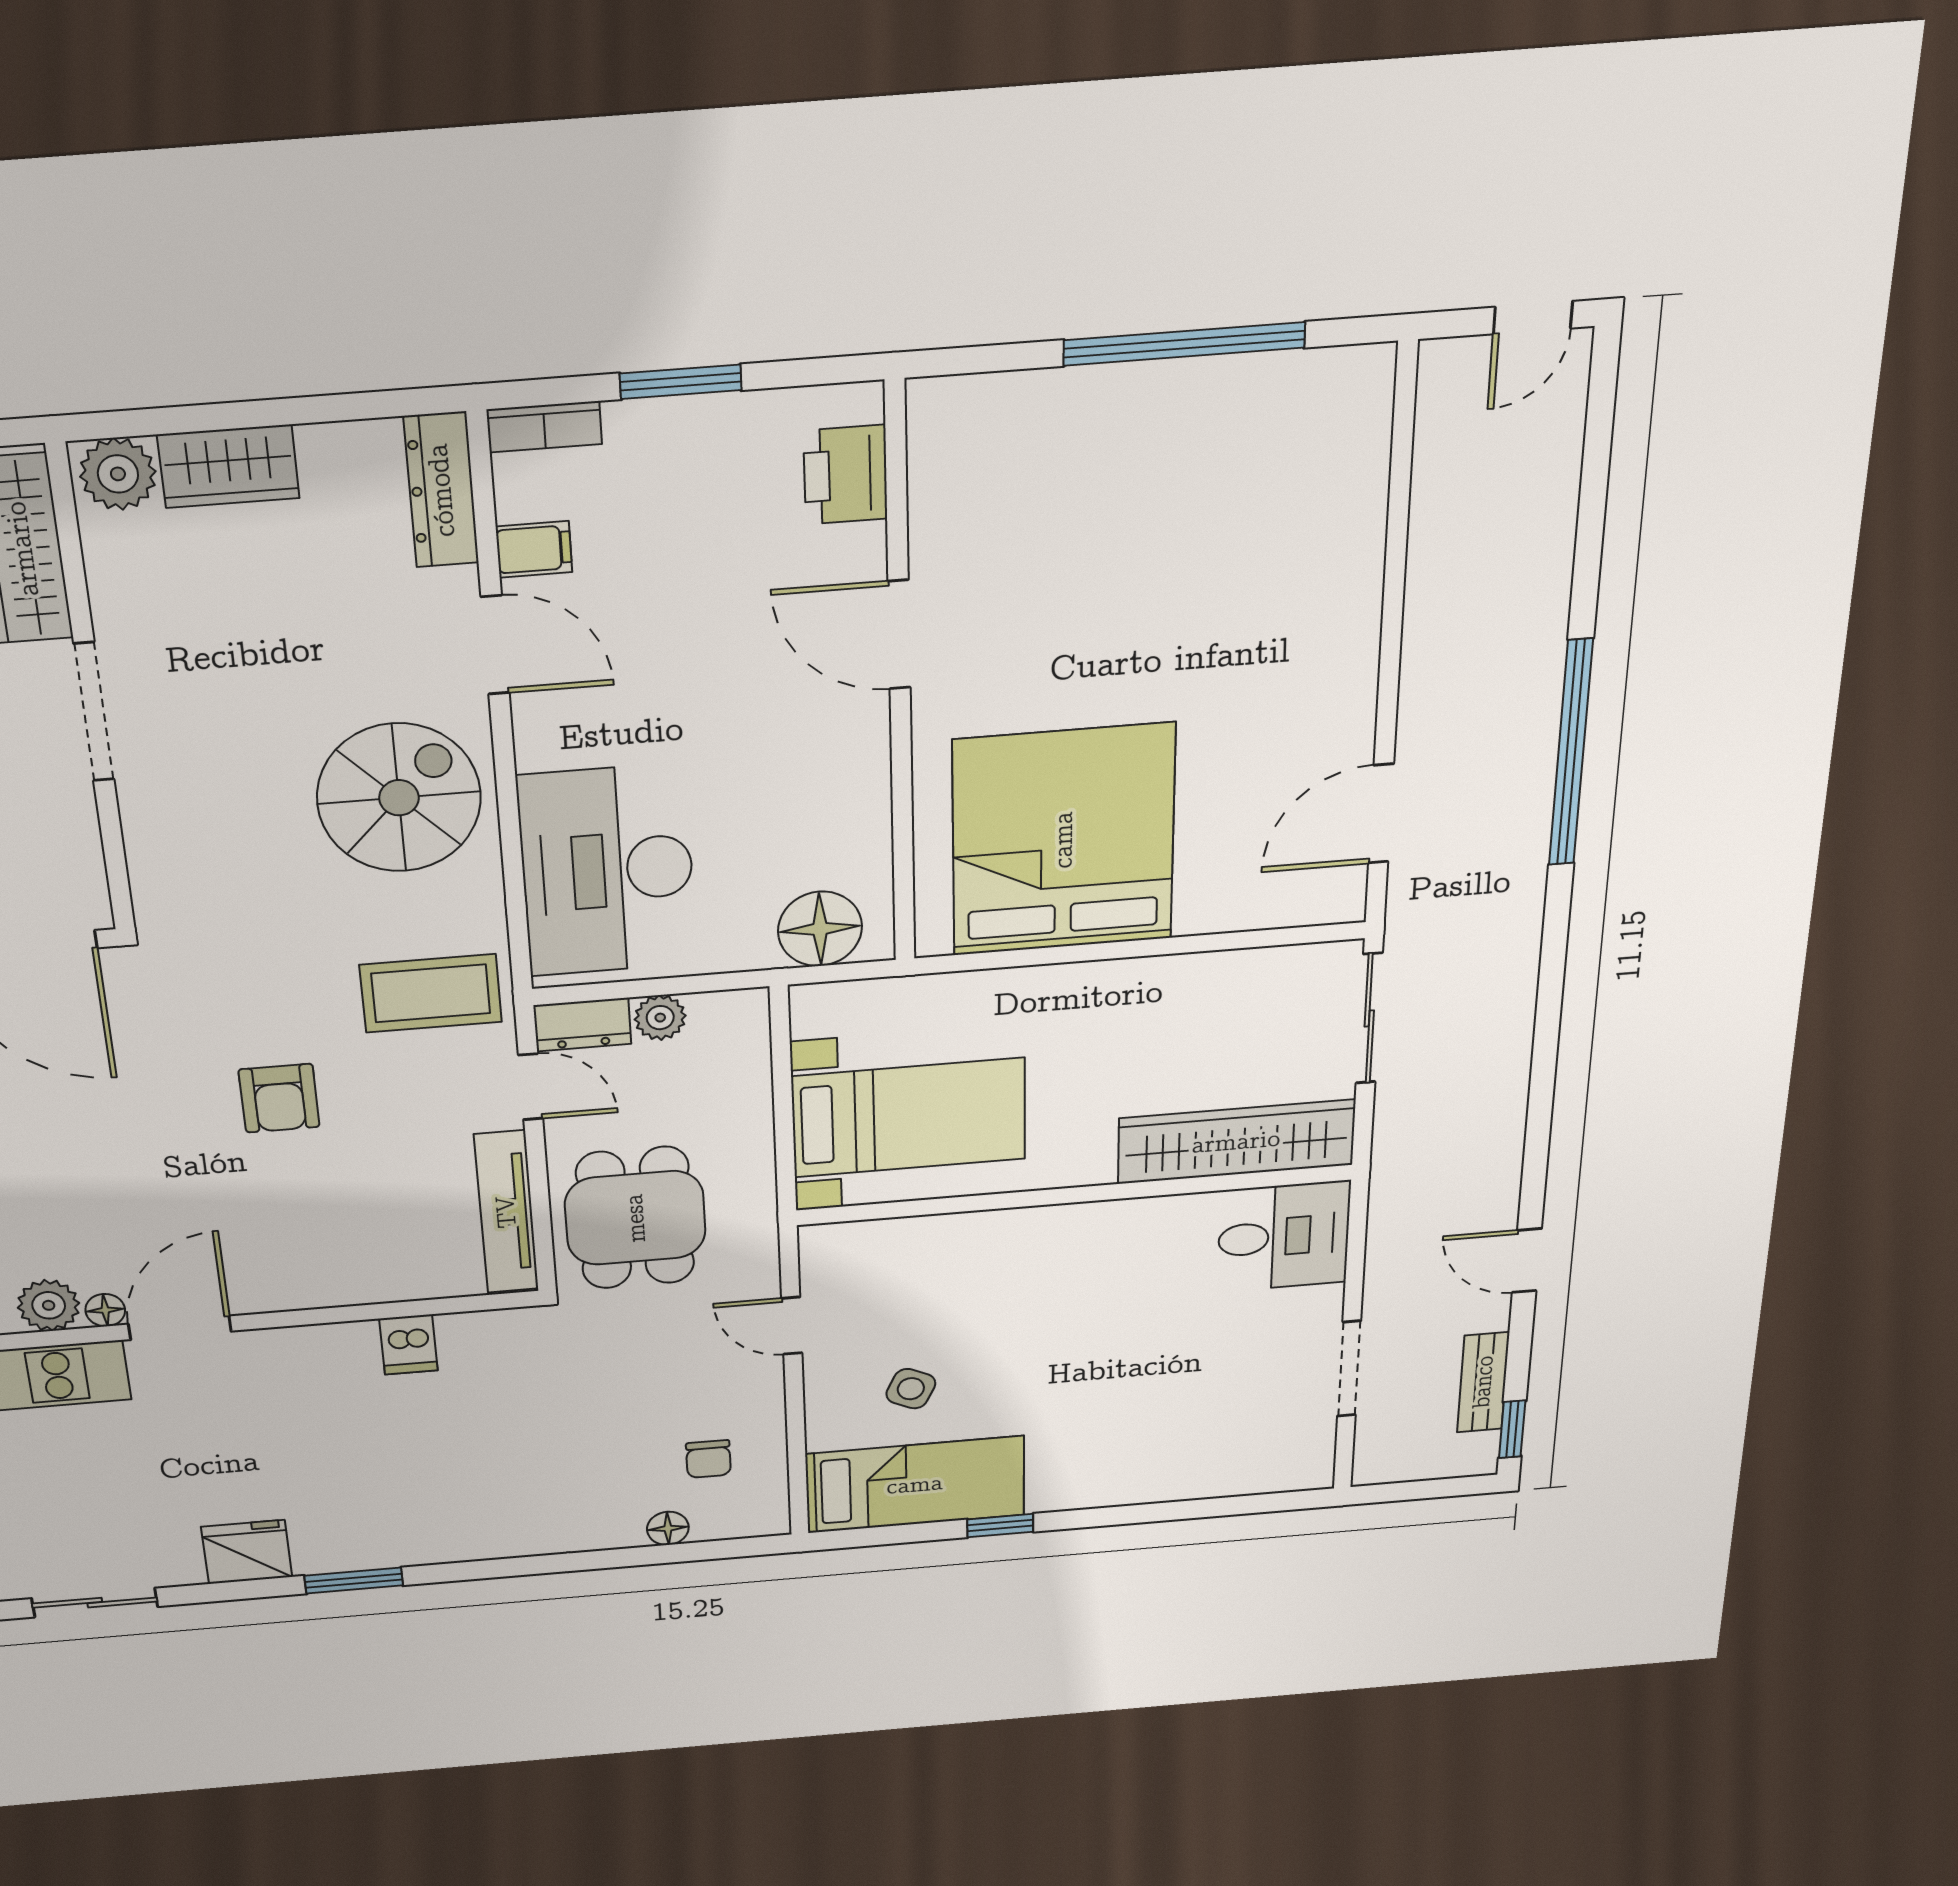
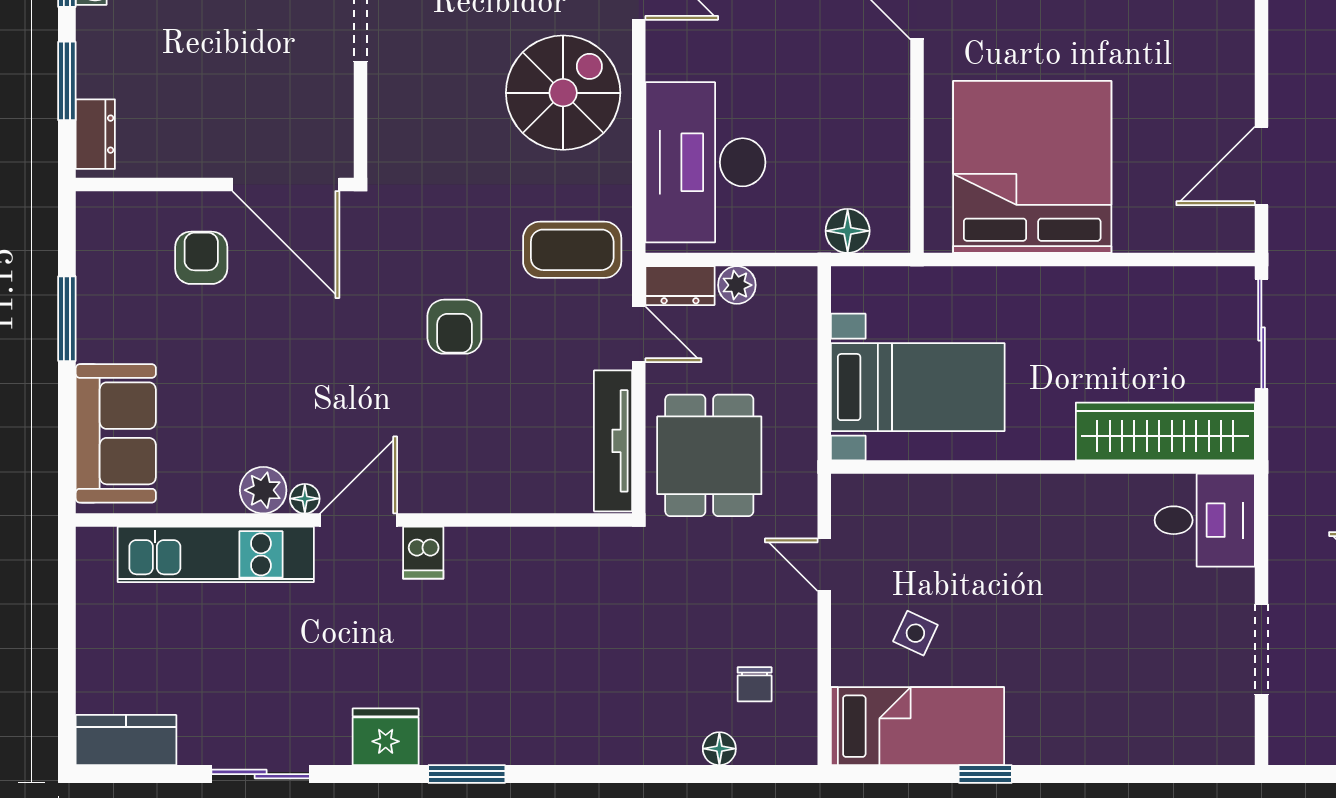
floor lamp: (820, 929) -> (848, 231), width x0.73, depth x0.73
dishwasher: (408, 1345) -> (423, 553), moved

